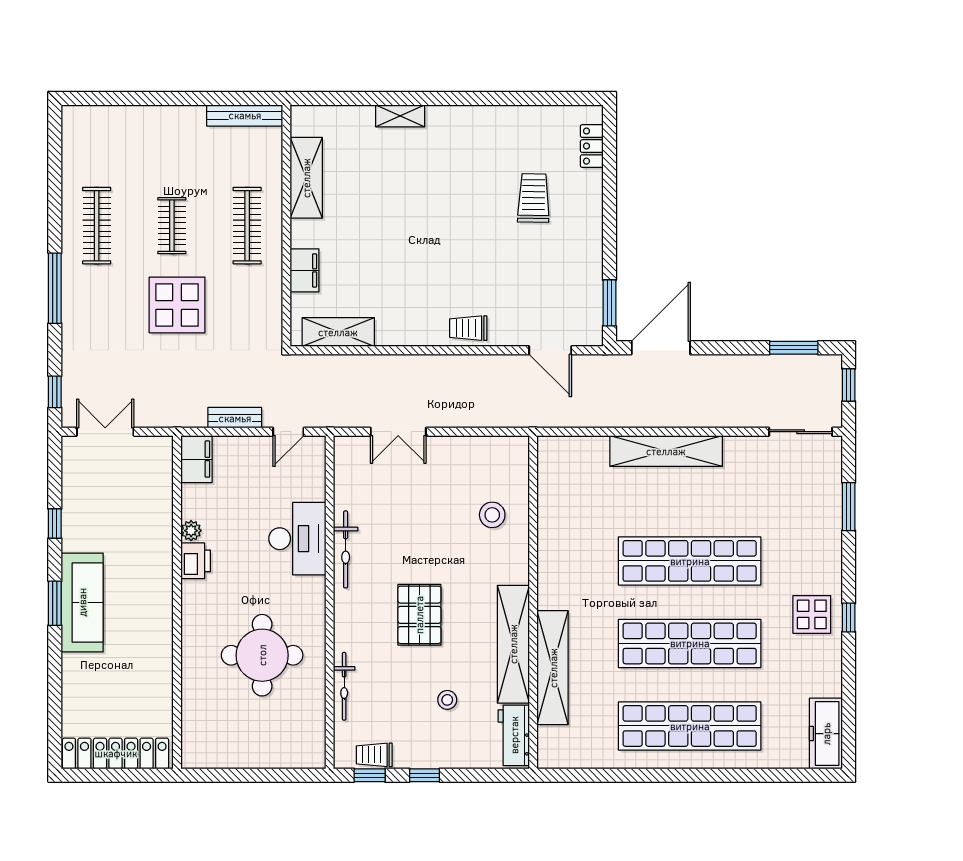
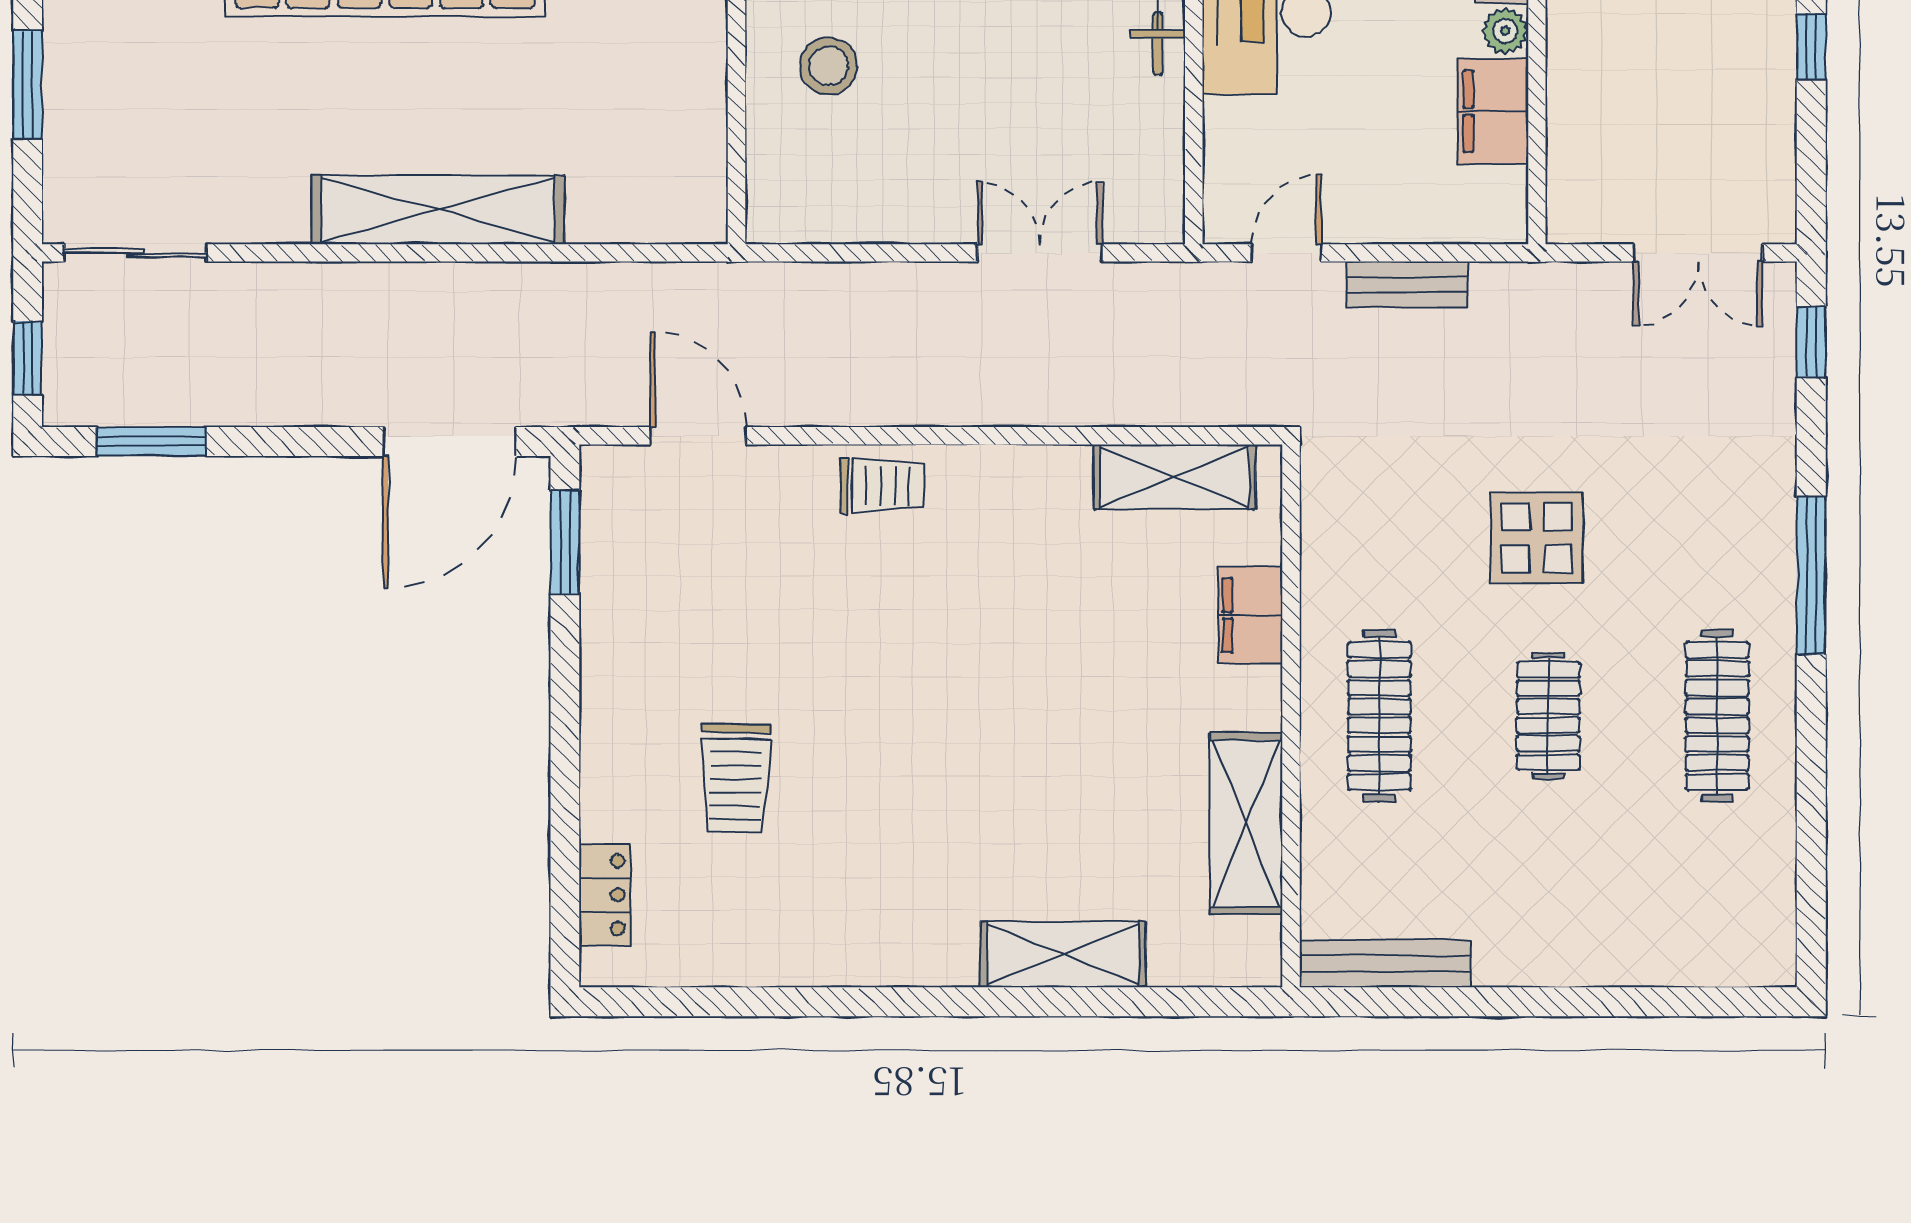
shelving: (400, 116) -> (1063, 954), width x1.50, depth x1.33
display table: (177, 305) -> (1537, 538), width x0.73, depth x0.73
filing cabinet: (196, 459) -> (1493, 111), moved

